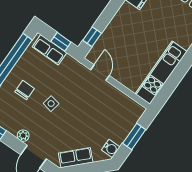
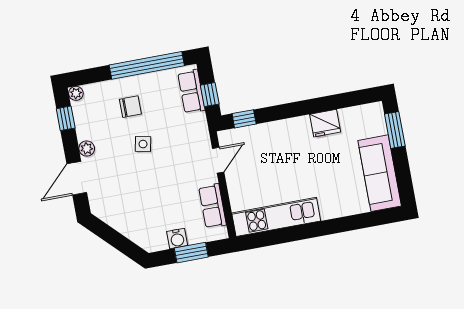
water cooler: (111, 148) -> (177, 239), moved
row of seats: (76, 158) -> (212, 206), moved, turned -135

